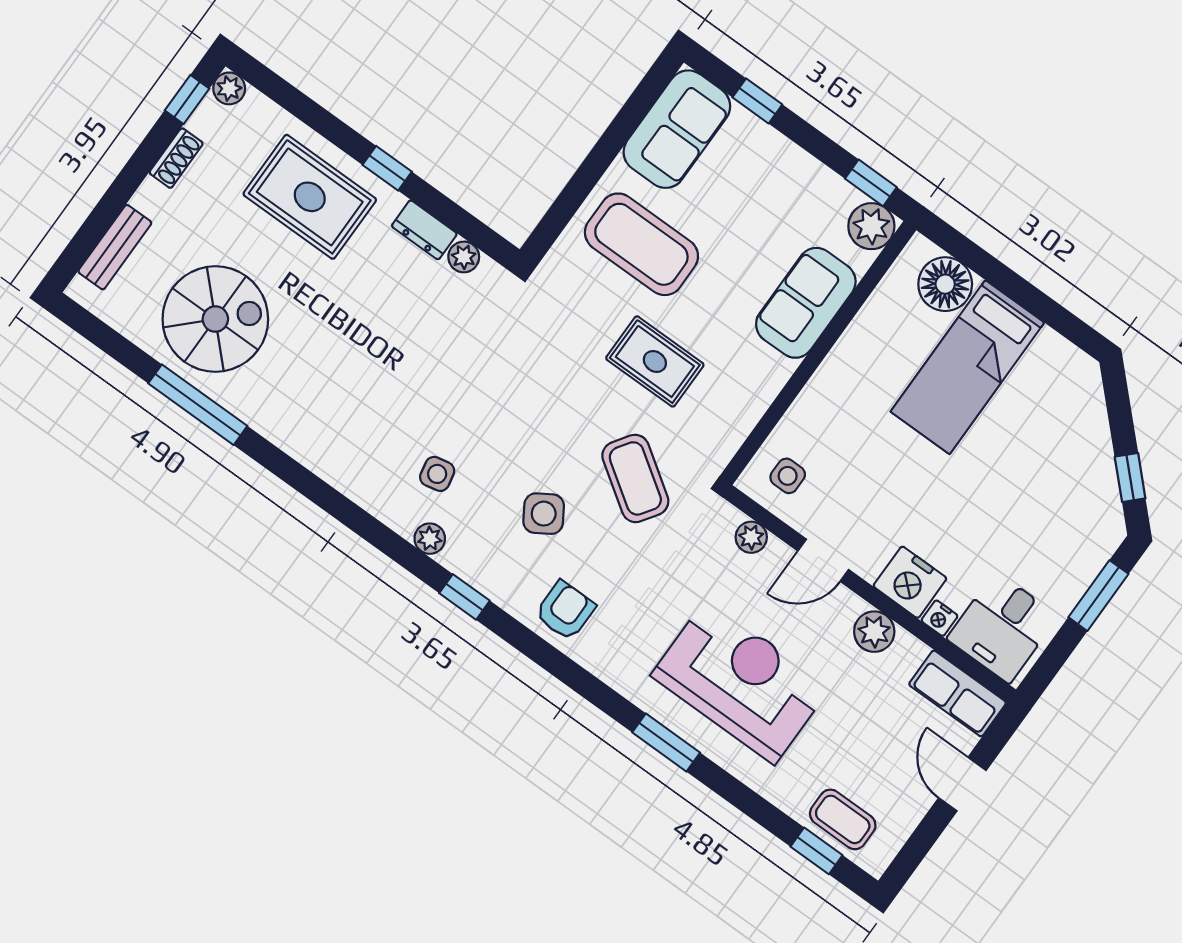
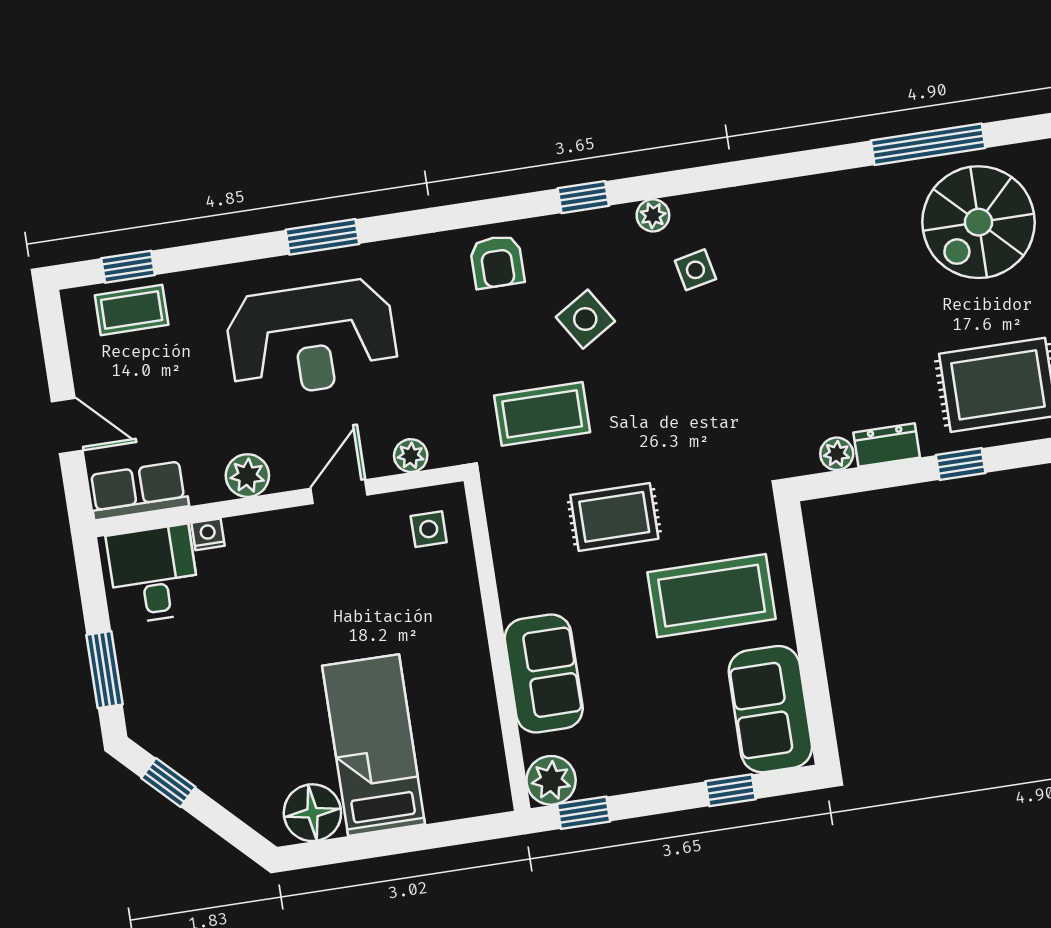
floor lamp: (945, 284) -> (312, 813), moved
coffee table: (635, 478) -> (542, 414), turned -34
nightstand: (910, 582) -> (257, 540), removed

